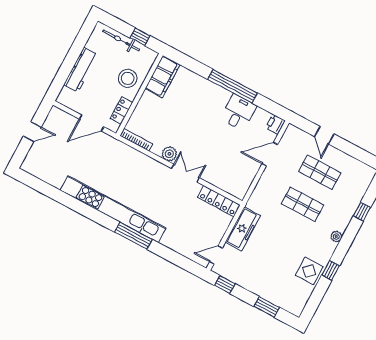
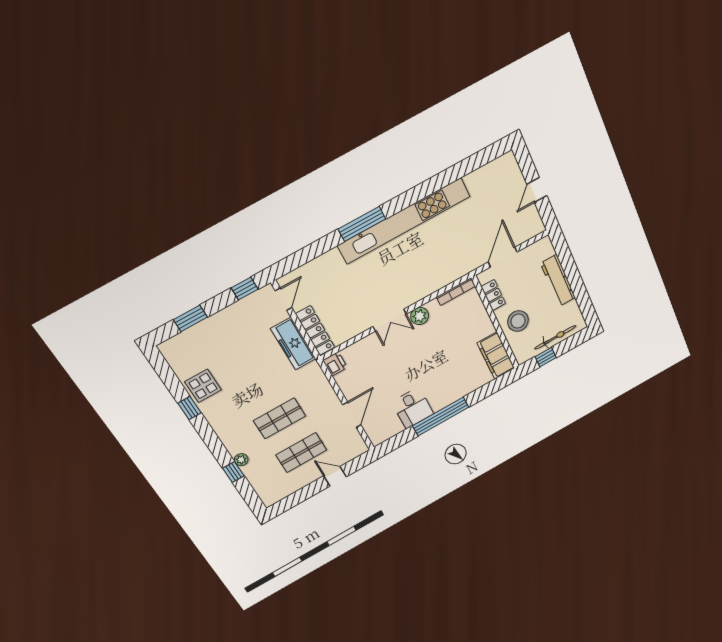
printer: (275, 124) -> (335, 364), moved
locker: (219, 201) -> (315, 331), moved, turned 90
plant: (336, 237) -> (241, 460), moved

